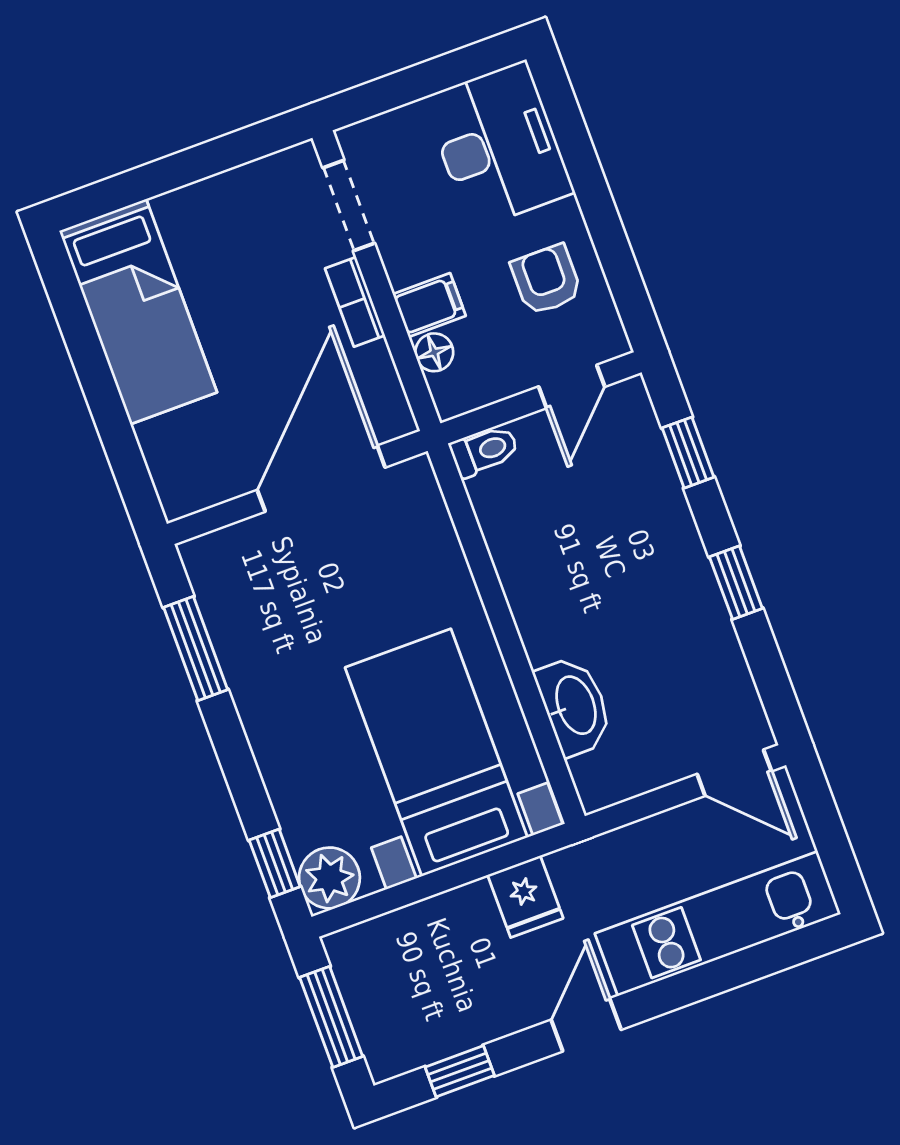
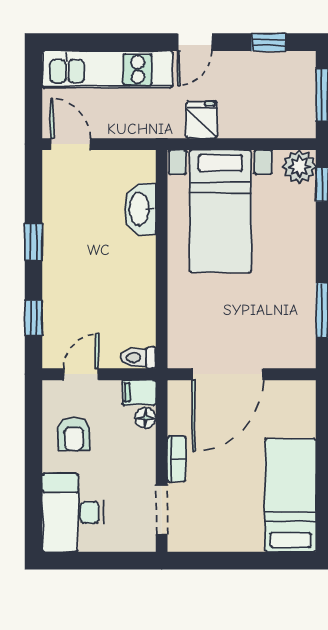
filing cabinet: (429, 305) -> (139, 393), moved

